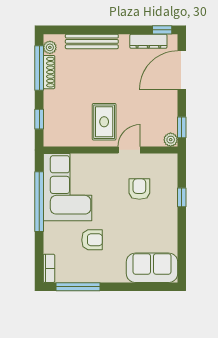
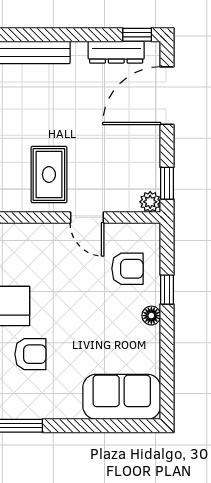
door: (129, 150) -> (87, 217), swing flipped
armchair: (139, 189) -> (127, 269), moved, turned 90
floor lamp: (171, 214) -> (151, 316), added

